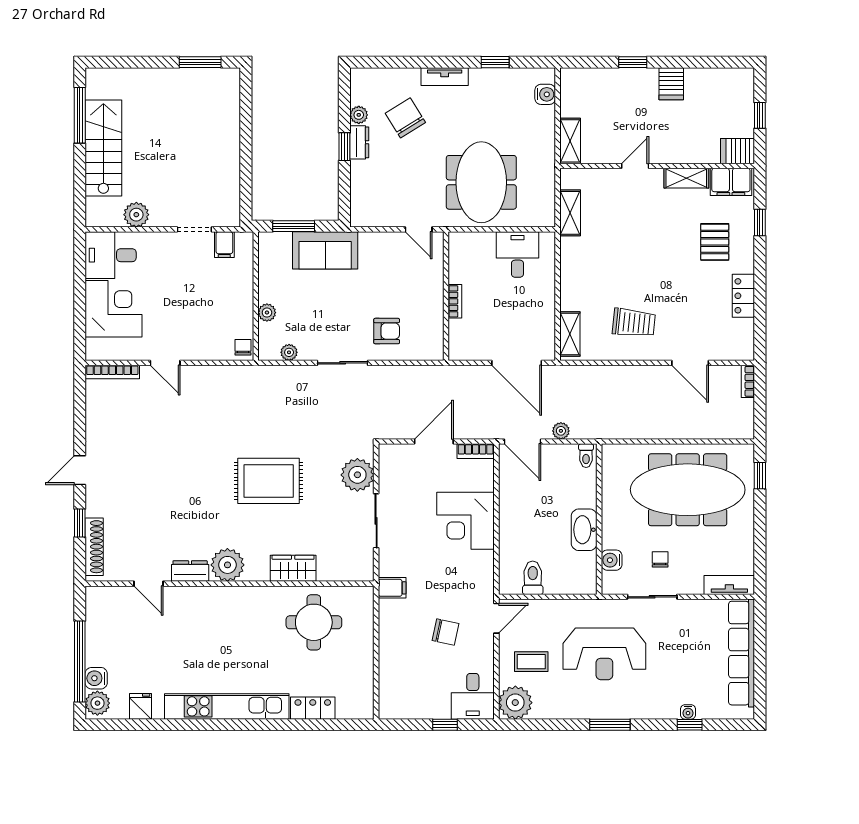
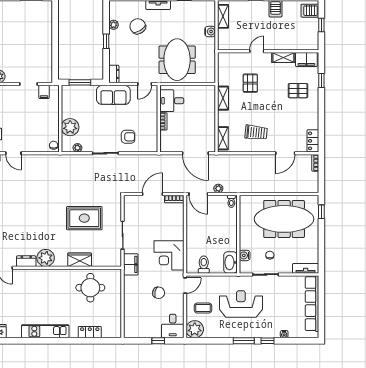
water cooler: (545, 94) -> (210, 32), moved
shelving: (570, 141) -> (223, 16), moved
dresser: (359, 142) -> (114, 74), moved
server rack: (737, 151) -> (310, 11), moved
shelving: (570, 213) -> (223, 98), moved
pallet: (622, 227) -> (250, 83), added
door: (419, 229) -> (145, 84), hinge flipped
pallet: (715, 242) -> (298, 91), turned 90
sofa: (325, 250) -> (113, 95), moved
desk: (517, 254) -> (172, 101), moved, turned -90
locker: (743, 296) -> (313, 141), moved
plant: (267, 313) -> (70, 127), width x1.88, depth x1.88
door: (690, 363) -> (285, 153), hinge flipped
plant: (357, 475) -> (113, 211), removed
rug: (269, 481) -> (84, 218), moved
corner desk: (465, 521) -> (169, 255), moved
washbasin: (584, 530) -> (230, 262), moved
filing cabinet: (392, 588) -> (131, 264), width x2.00
reception desk: (604, 654) -> (241, 304), turned 180
kitchen unit: (227, 706) -> (45, 331), width x0.73
window: (690, 725) -> (267, 341), moved

